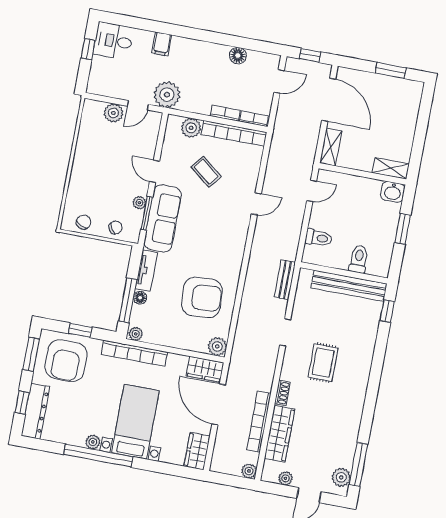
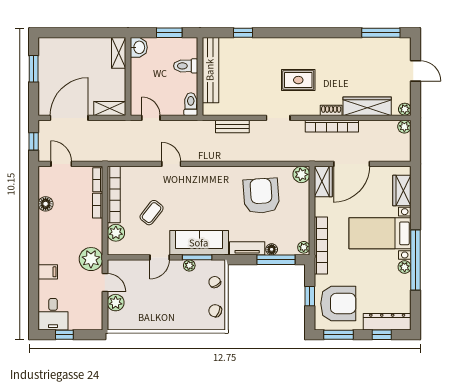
toilet: (359, 259) -> (186, 66), moved
wall: (344, 273) -> (200, 76), moved
bench: (349, 286) -> (210, 70), moved
bookcase: (259, 422) -> (332, 126), moved
wardrobe: (197, 451) -> (402, 191), moved, turned 90
plant: (341, 477) -> (395, 46), removed
plant: (285, 478) -> (405, 109), moved

